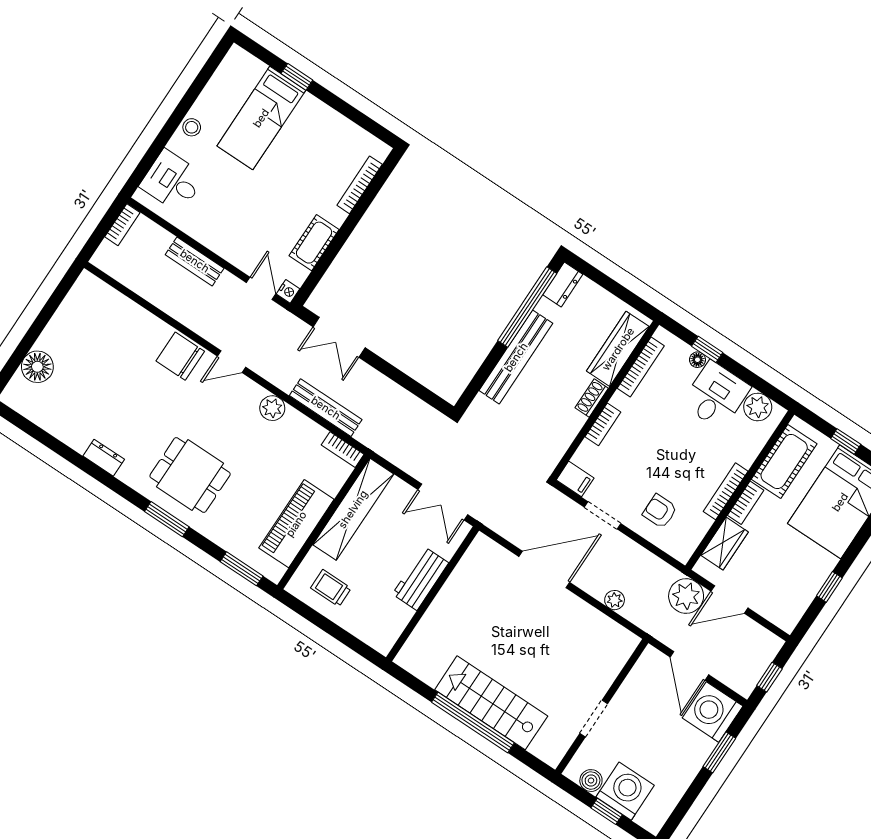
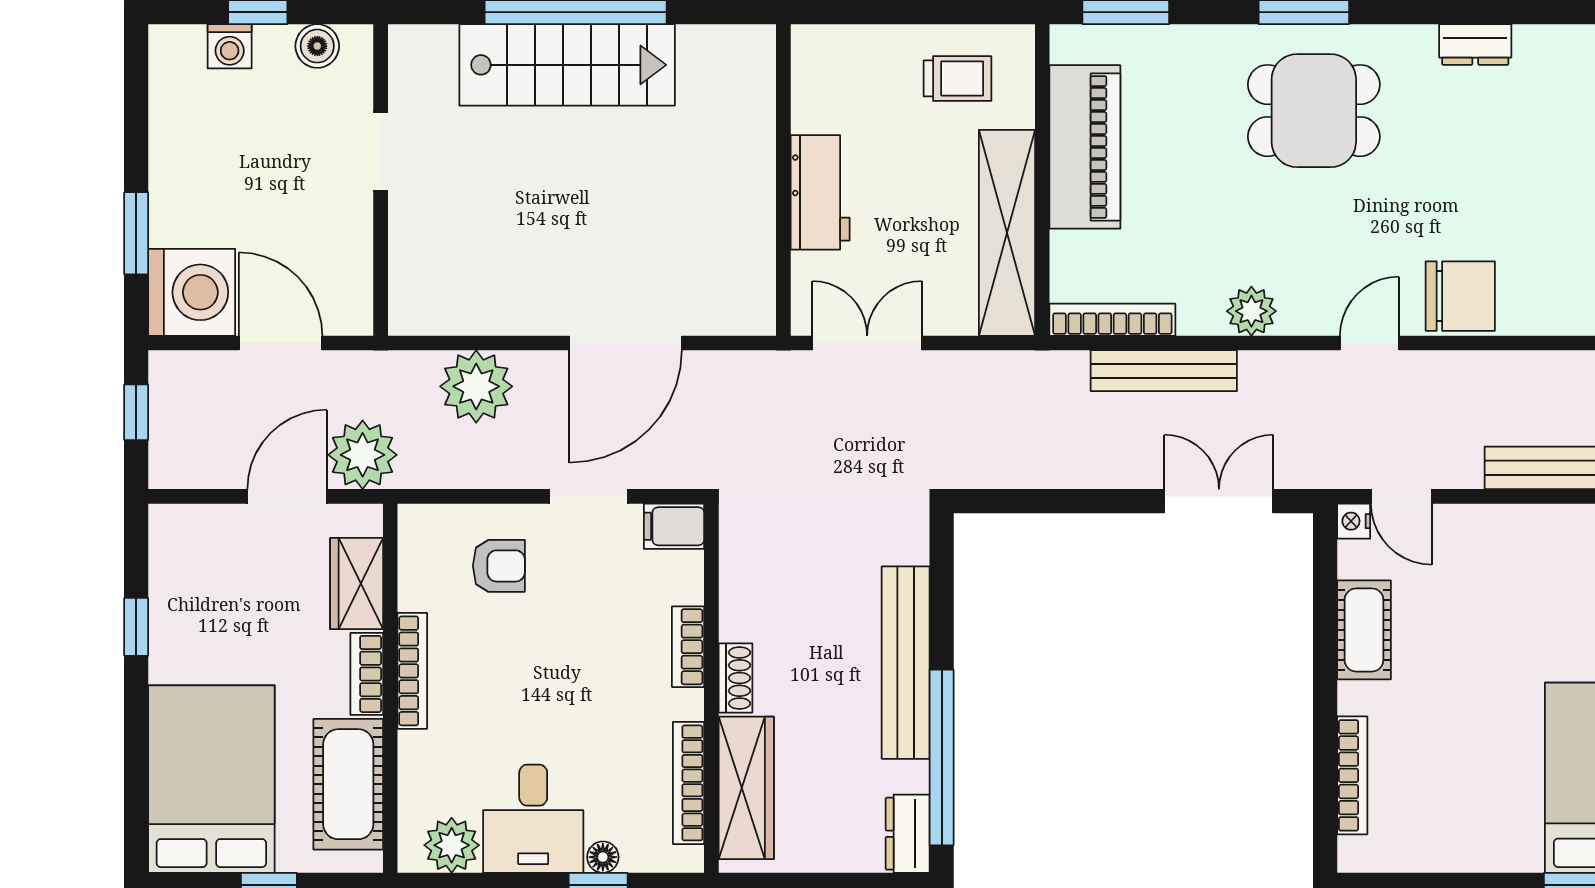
bookcase: (343, 450) -> (1112, 320), width x1.56
plant: (615, 600) -> (476, 386), width x1.87, depth x1.87
washing machine: (625, 791) -> (230, 46), width x0.53, depth x0.53

